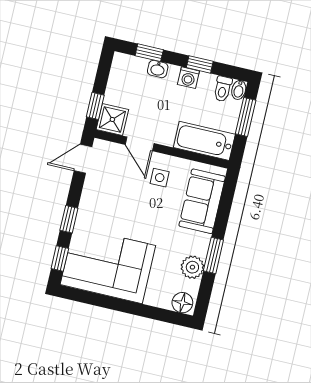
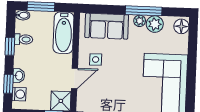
washing machine: (188, 78) -> (19, 94), moved
toilet: (223, 89) -> (24, 39), moved
plant: (201, 247) -> (140, 21), added
window: (213, 255) -> (144, 11), width x1.44

